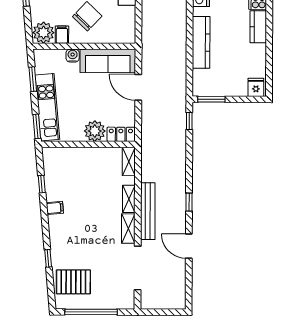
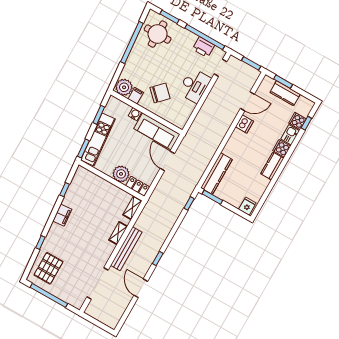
kitchen counter: (201, 42) -> (216, 174), moved
filing cabinet: (55, 208) -> (62, 215), width x2.00
shelving: (128, 229) -> (106, 253), removed
pallet: (73, 282) -> (48, 268), turned 90

